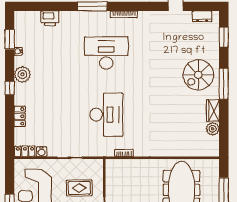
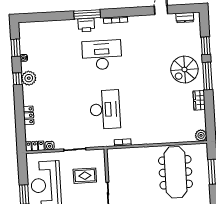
printer: (50, 18) -> (86, 25), moved
window: (224, 37) -> (206, 46), moved
window: (10, 88) -> (17, 79), moved
plant: (213, 129) -> (201, 135), moved

